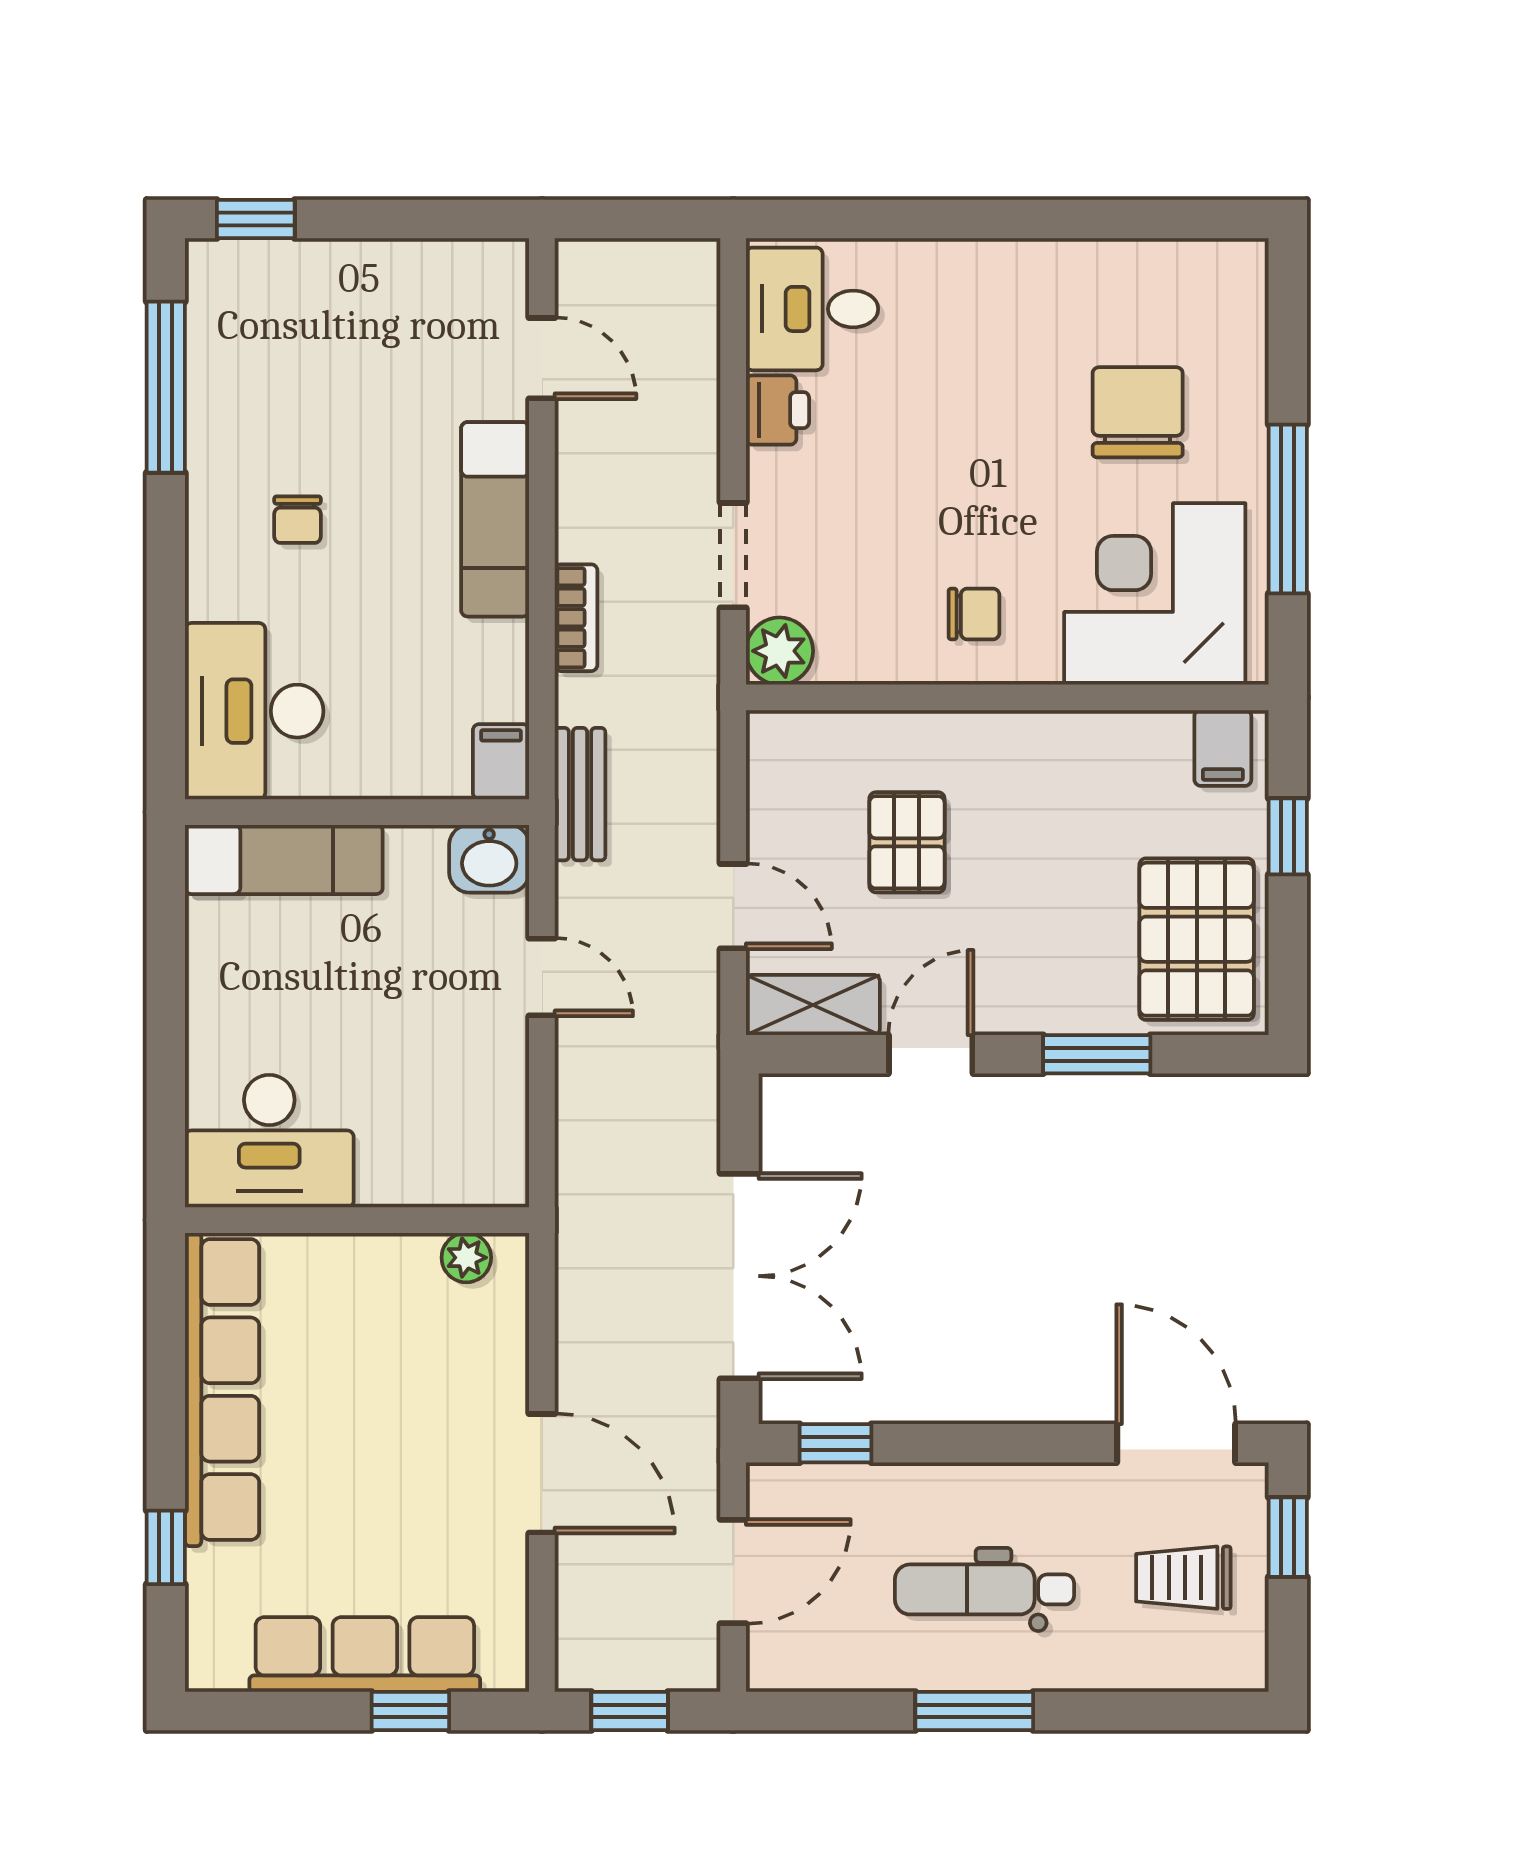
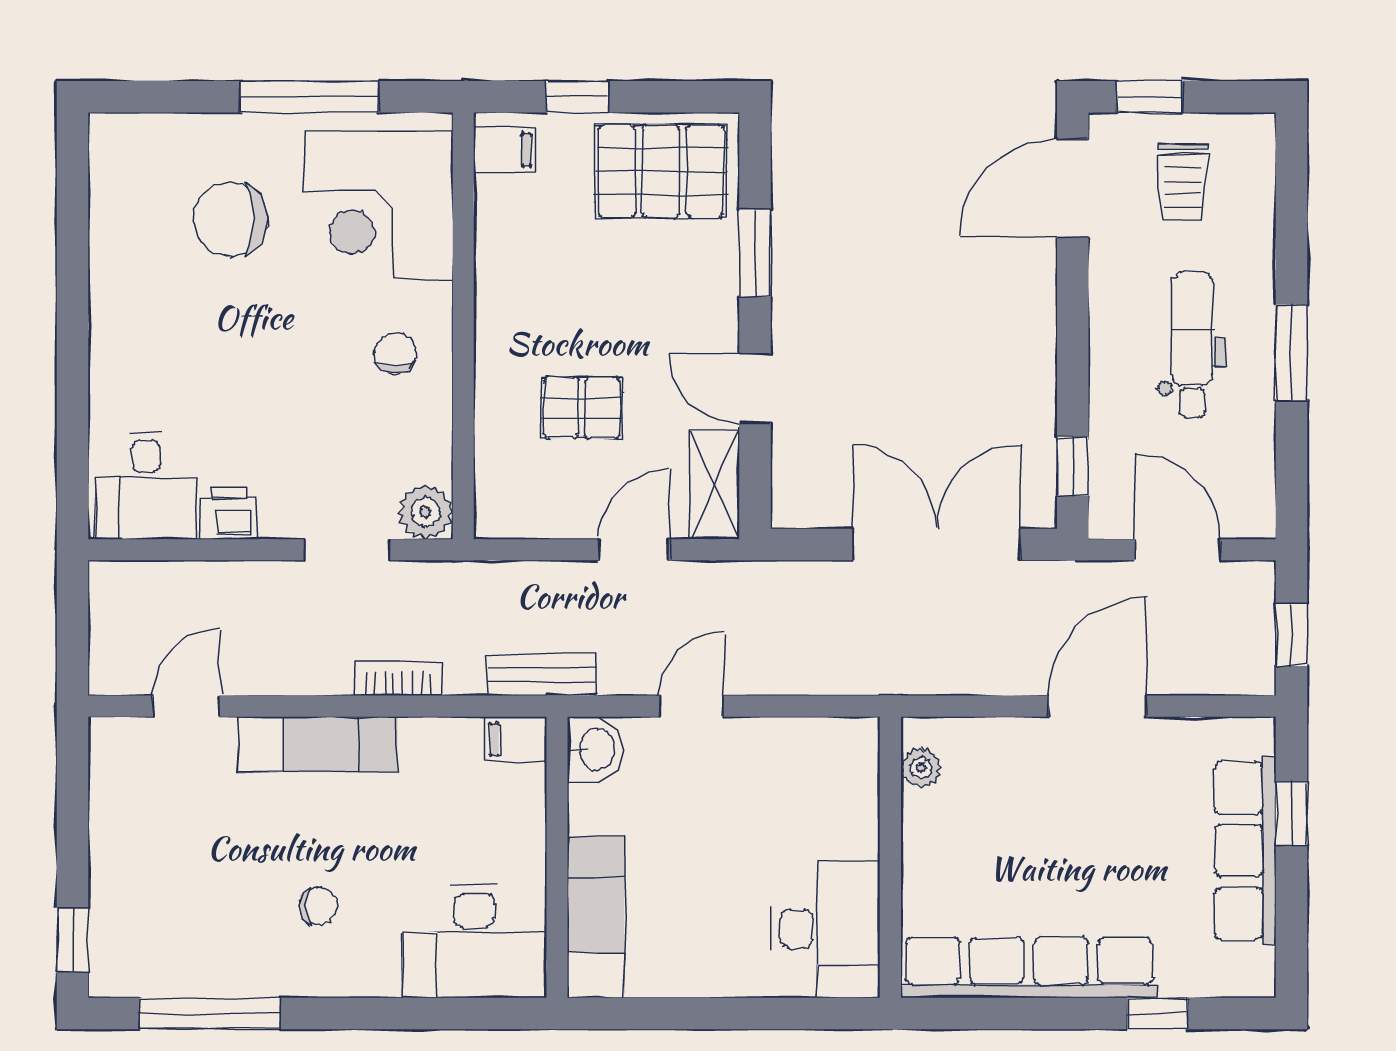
dental chair: (984, 1589) -> (1192, 345), turned 180

